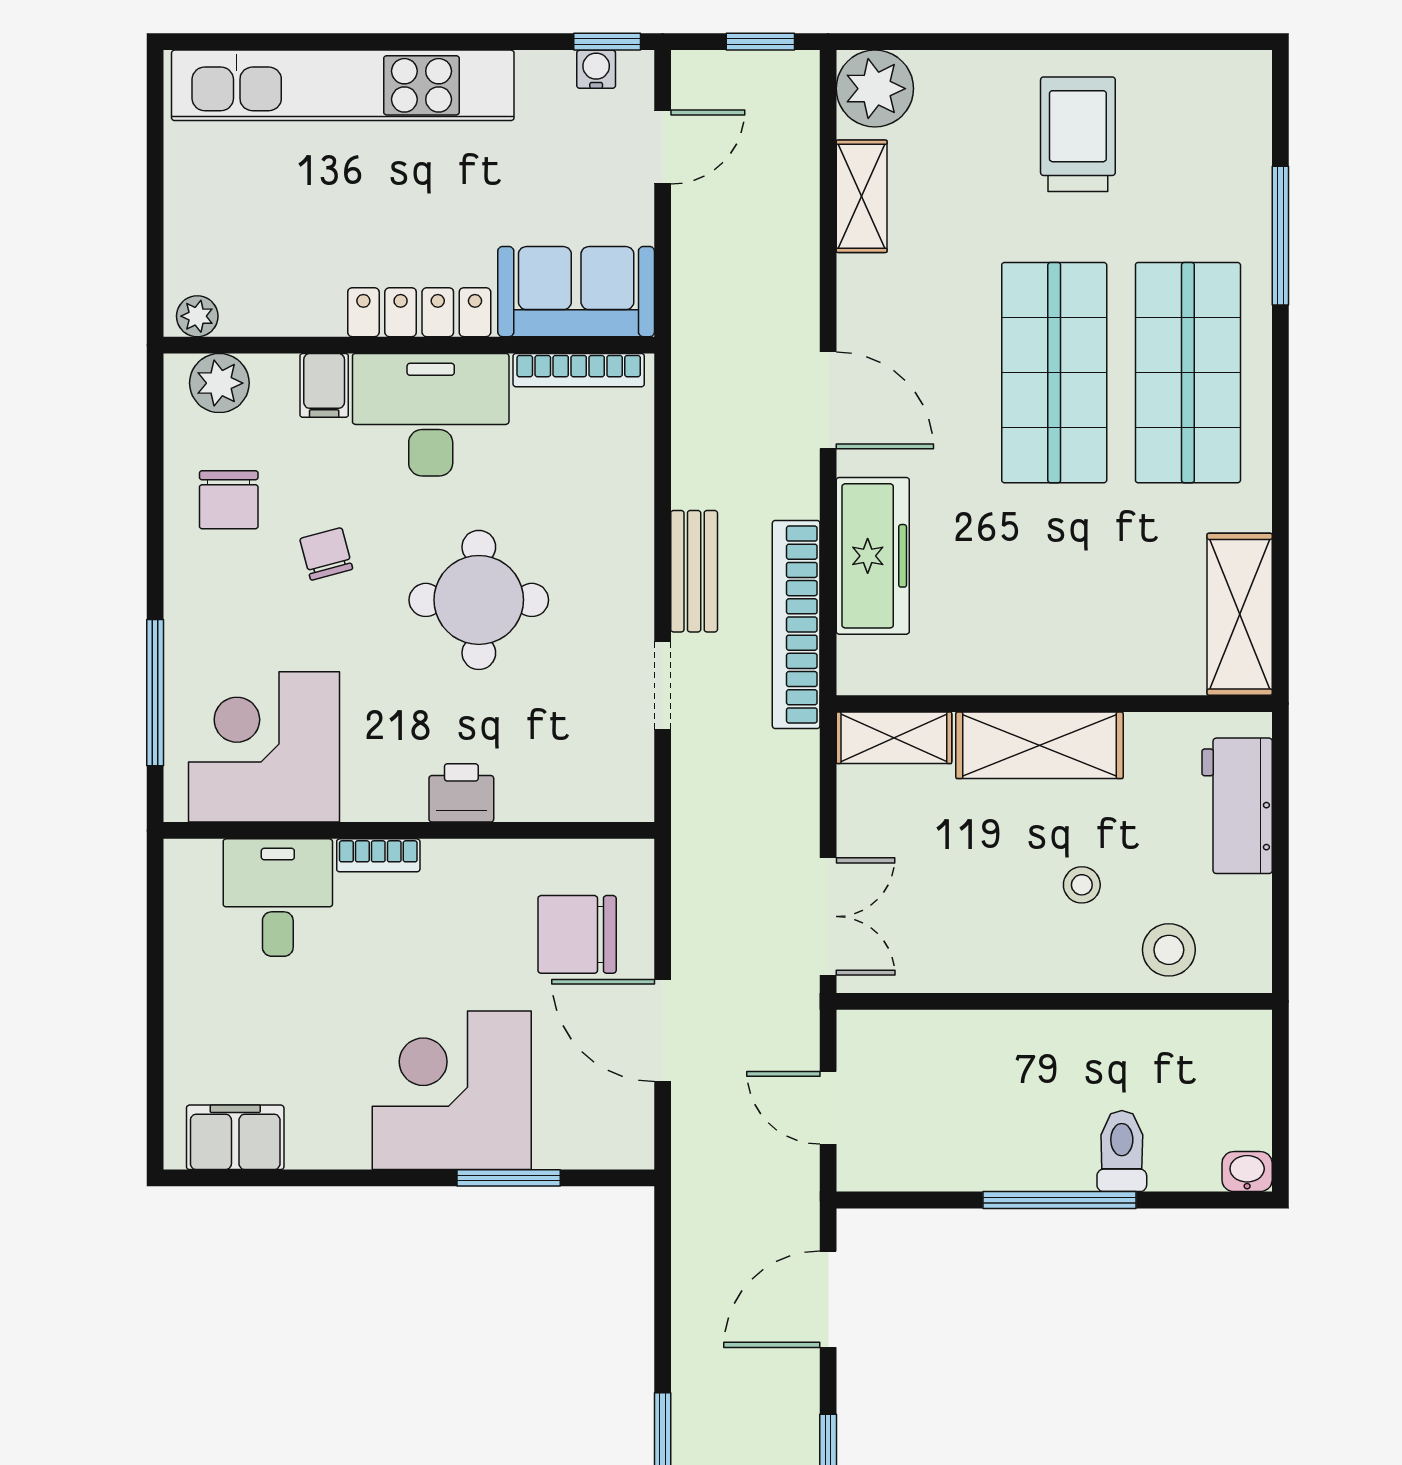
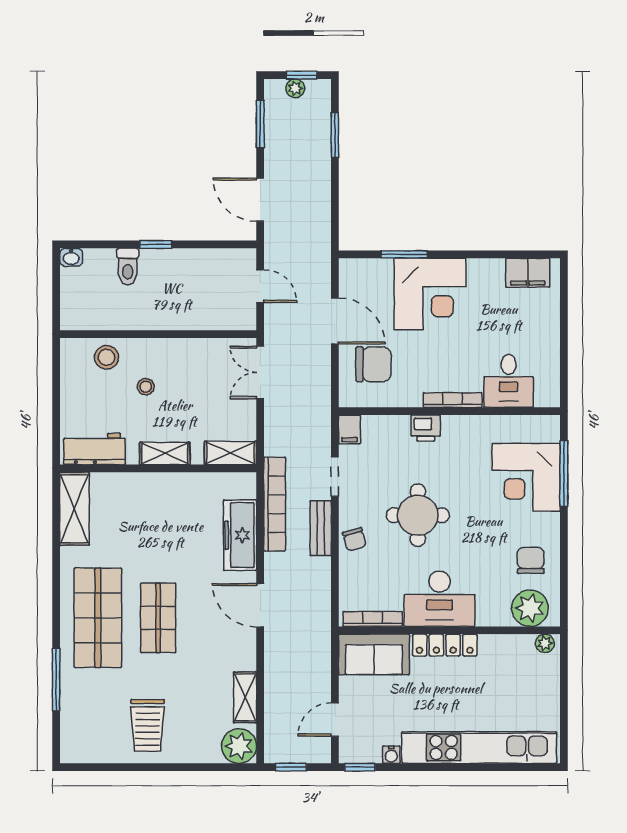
water cooler: (596, 69) -> (391, 755), moved
shop shelf: (1054, 373) -> (158, 618), width x0.70, depth x0.74
plant: (219, 383) -> (530, 608), width x1.36, depth x1.36
filing cabinet: (324, 385) -> (349, 429), moved, turned 180
chair: (326, 554) -> (354, 539), moved
shelving: (1039, 745) -> (165, 453), width x0.67, depth x0.75
corner desk: (264, 747) -> (526, 477), moved, turned 90
workbench: (1237, 806) -> (95, 449), moved, turned -90
bookcase: (378, 855) -> (453, 400), width x1.56
window: (1059, 1200) -> (156, 244), width x0.46
door: (828, 1299) -> (260, 200), swing flipped

